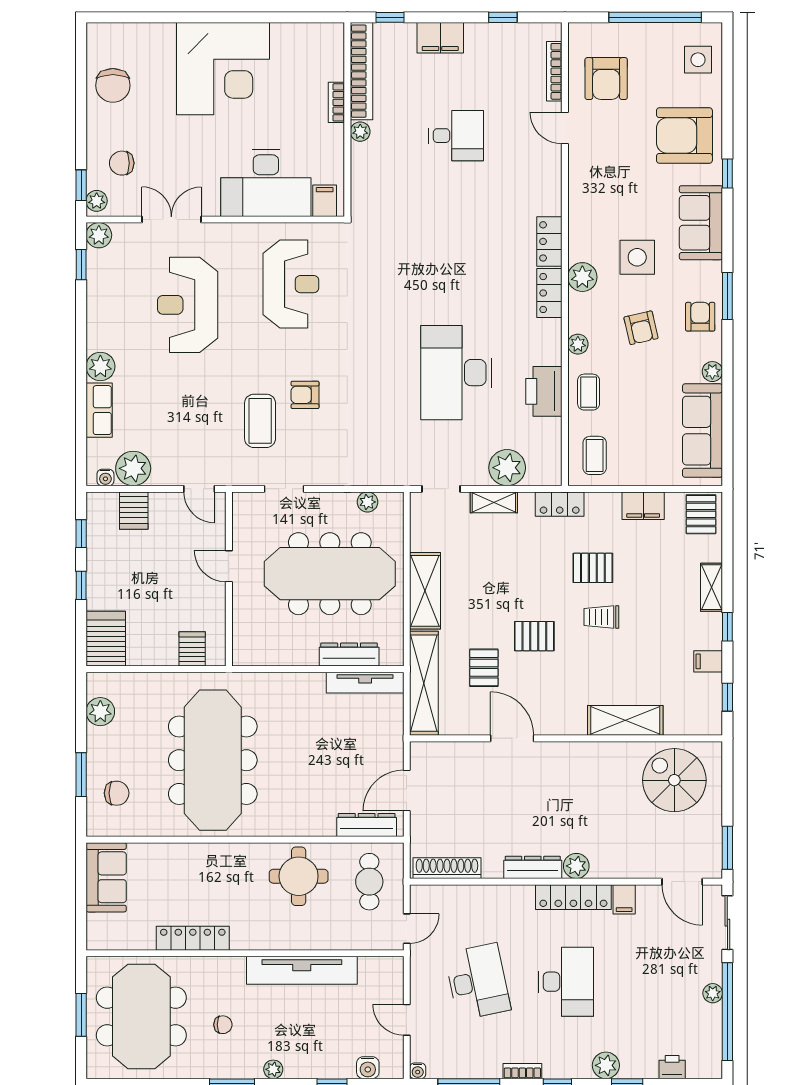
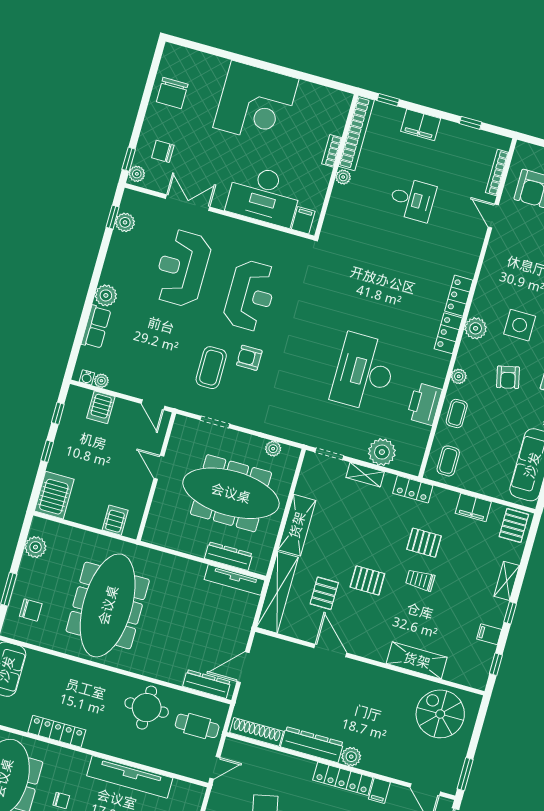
plant: (99, 235) -> (125, 222), moved
reception desk: (291, 284) -> (250, 295), moved
plant: (133, 468) -> (101, 381), width x0.53, depth x0.53
dresser: (533, 867) -> (312, 745), width x1.37, depth x1.24
cafe table: (369, 882) -> (197, 726), turned 90

